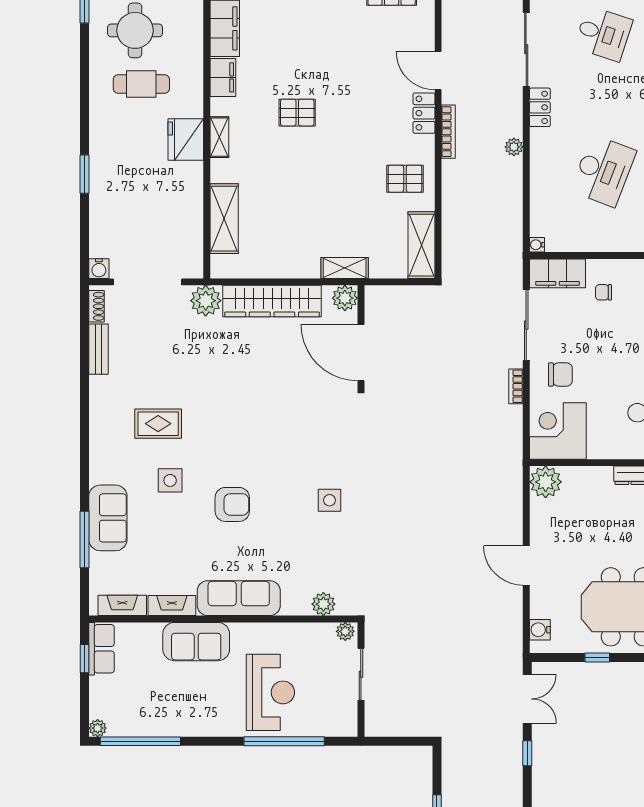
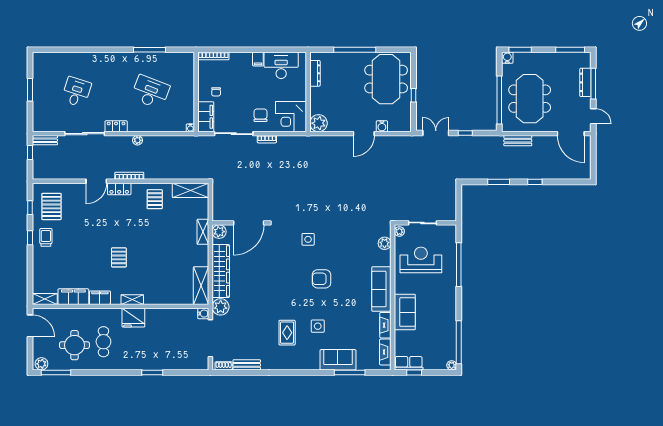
shelving: (224, 219) -> (201, 286), moved, turned 90
water cooler: (99, 269) -> (203, 314), moved
side table: (330, 500) -> (308, 239), moved
armchair: (232, 504) -> (321, 279), moved, turned -90
water cooler: (540, 630) -> (382, 126), moved
reception desk: (270, 692) -> (421, 260), moved

